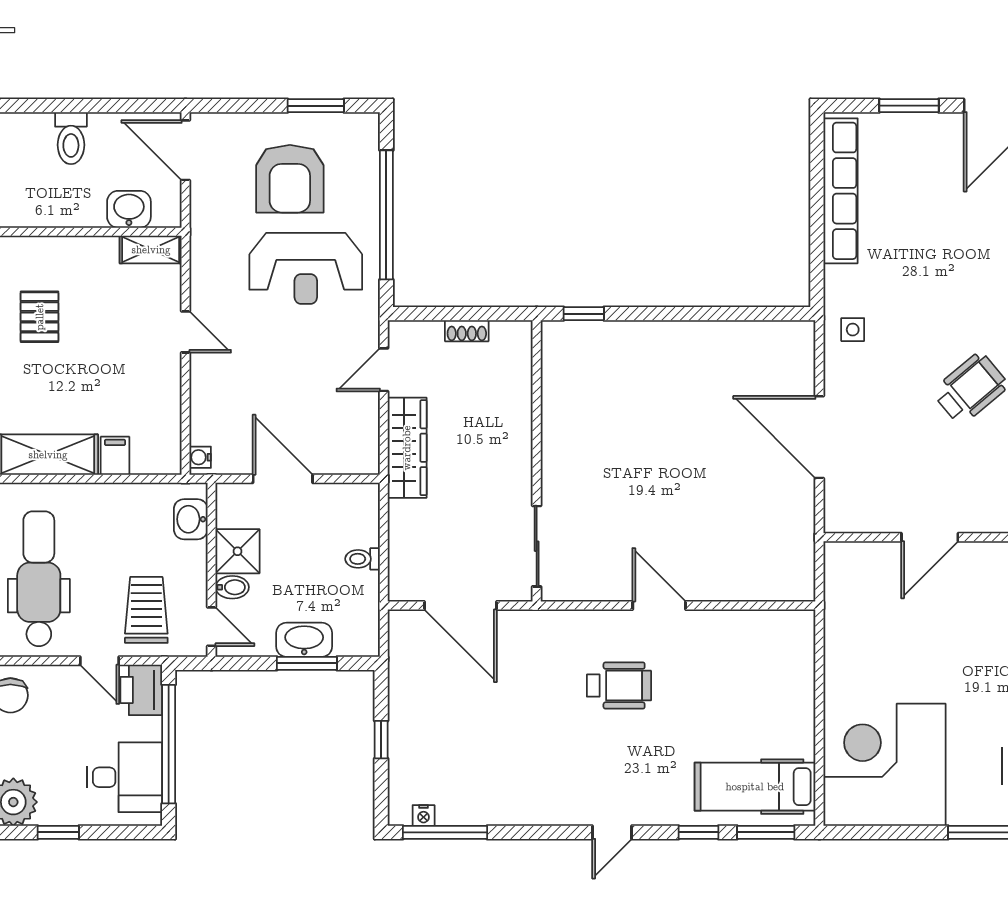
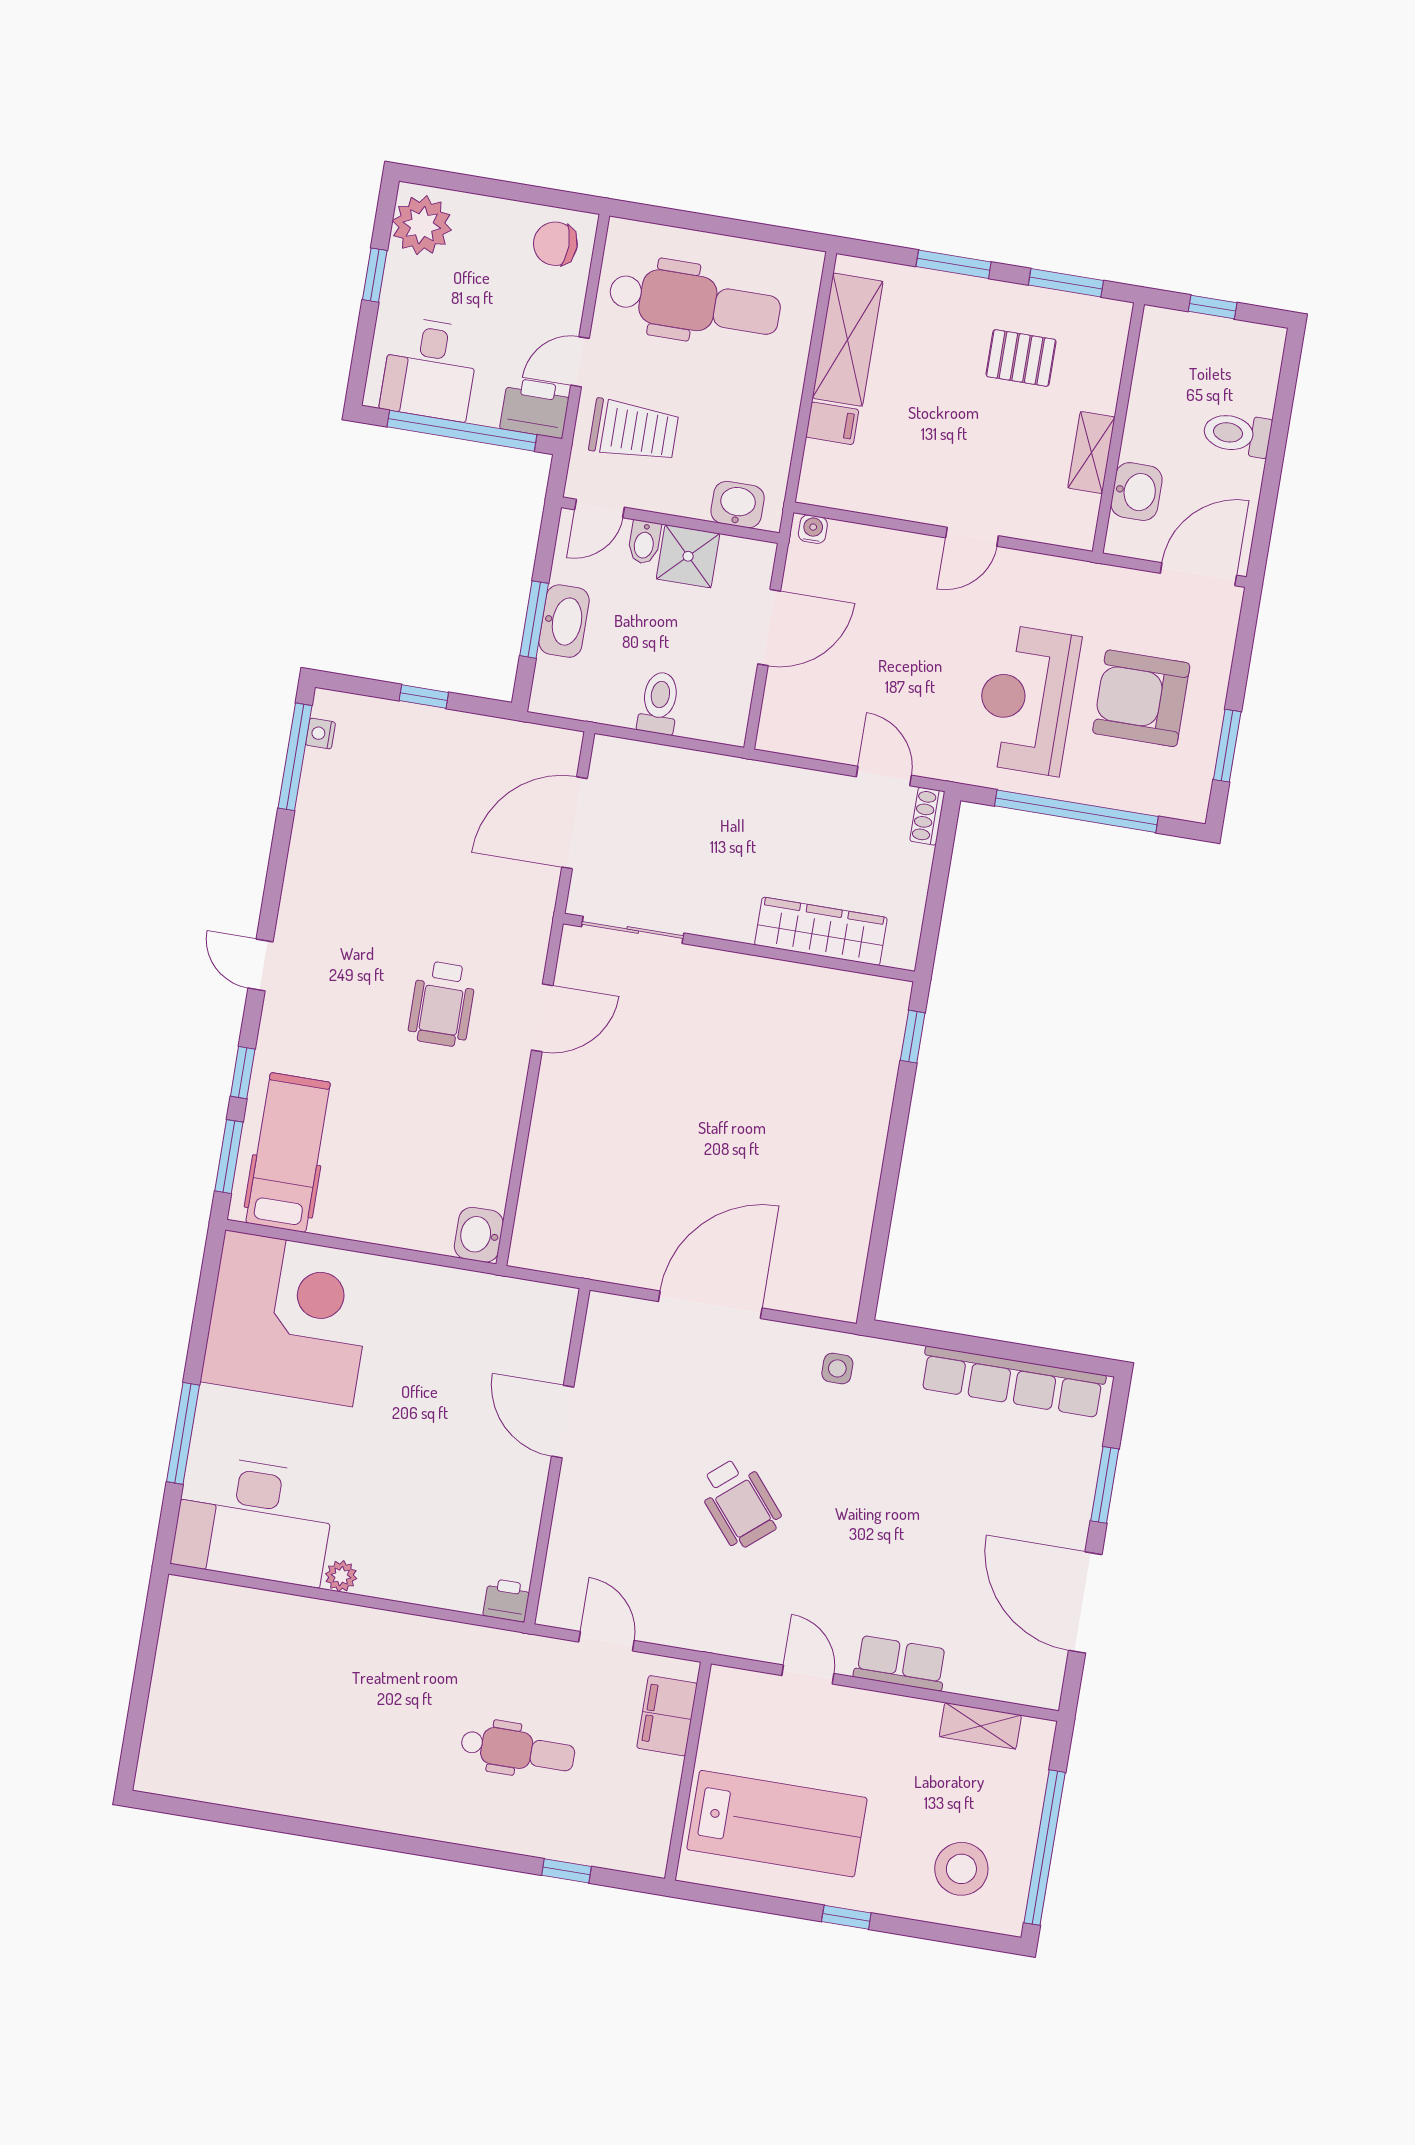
shelving: (151, 250) -> (1091, 453), moved
shoe rack: (467, 331) -> (927, 816), moved
wardrobe: (407, 448) -> (821, 931), moved, turned 180
toilet: (363, 559) -> (659, 703), width x1.37, depth x1.39
door: (659, 605) -> (542, 1018), moved
washbasin: (795, 627) -> (479, 1235), added

